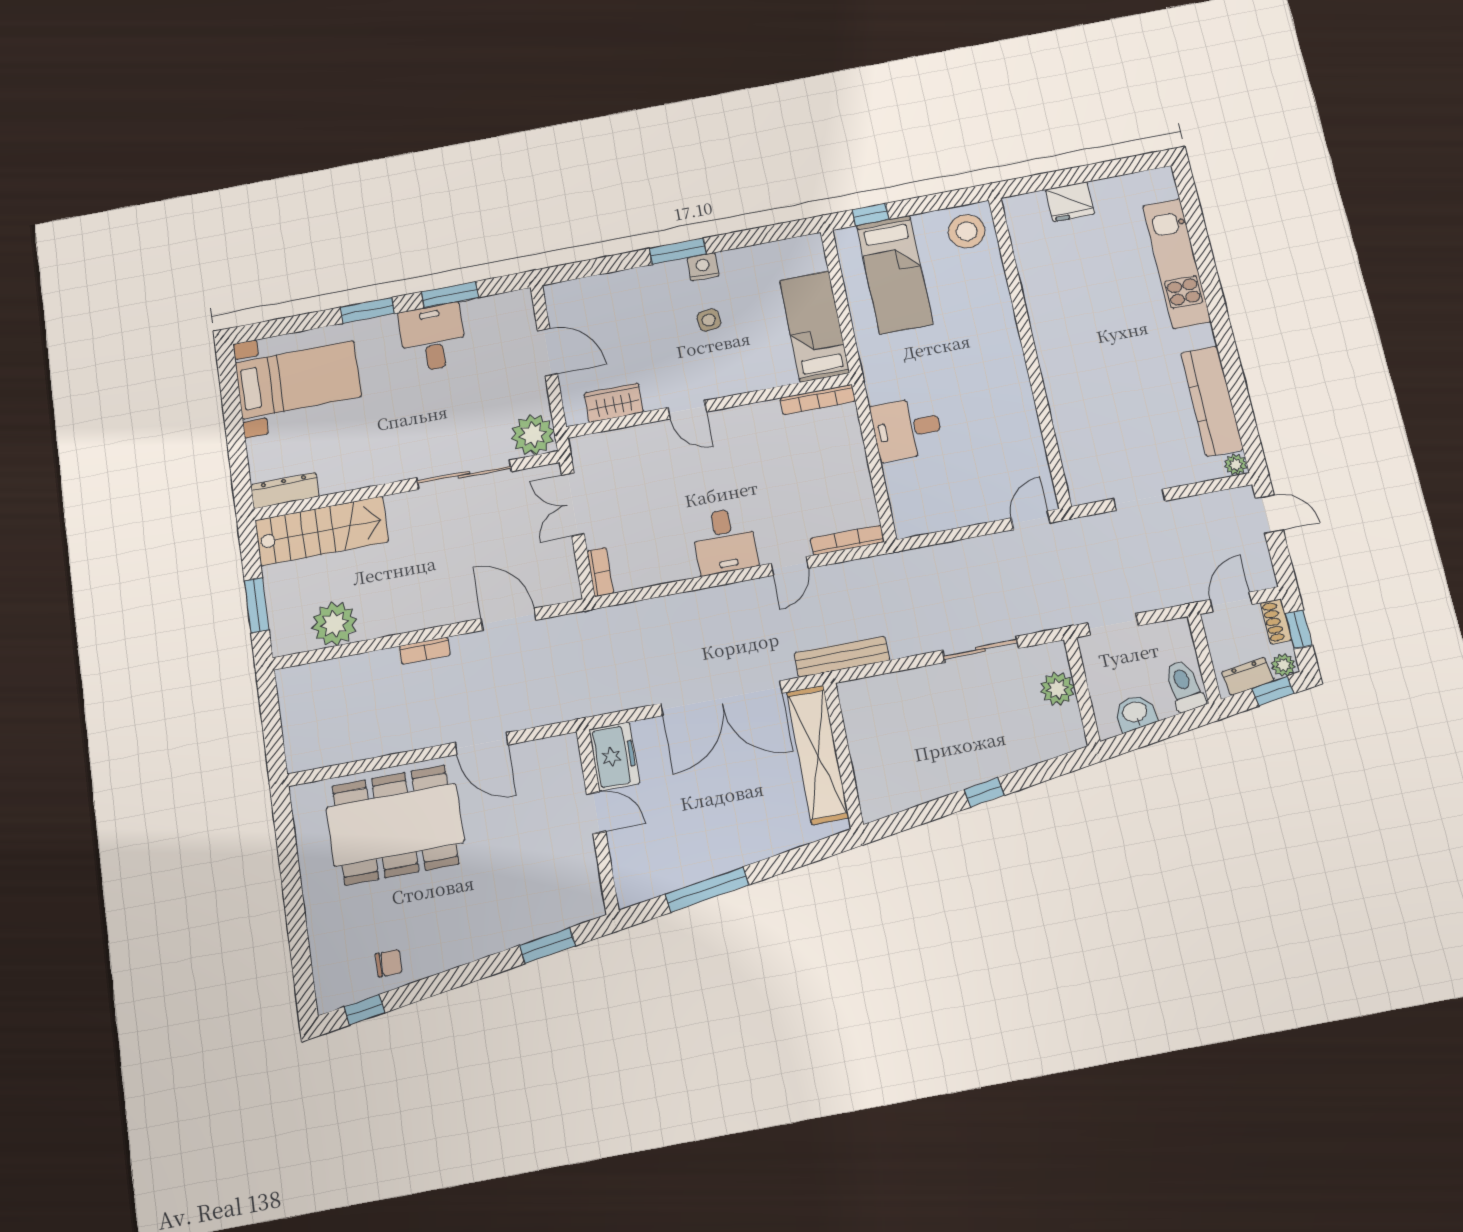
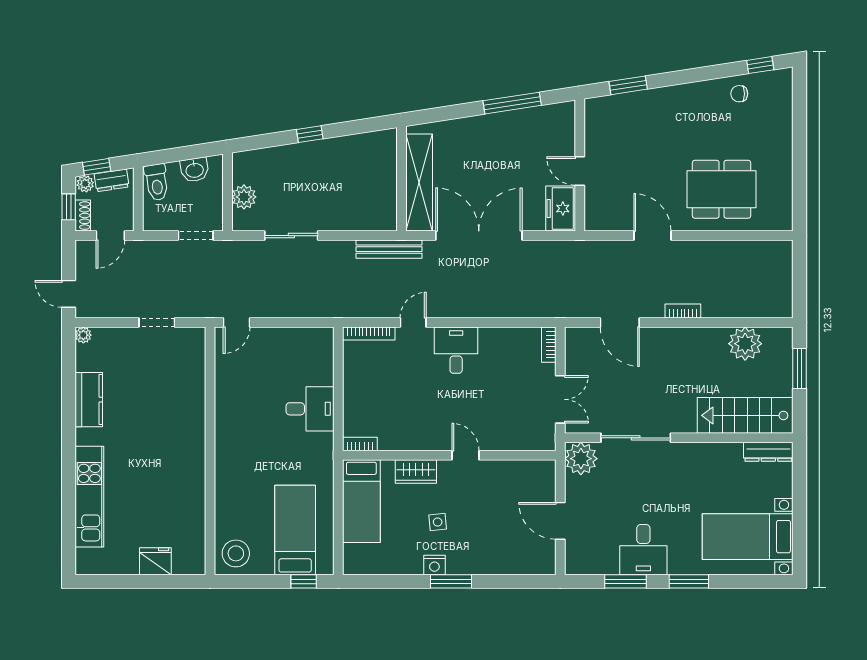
bookcase: (818, 400) -> (360, 444), width x0.64
kitchen counter: (1212, 401) -> (89, 400), width x0.67
wardrobe: (614, 403) -> (416, 471), moved
dining table: (395, 825) -> (722, 189), width x0.73, depth x0.80

